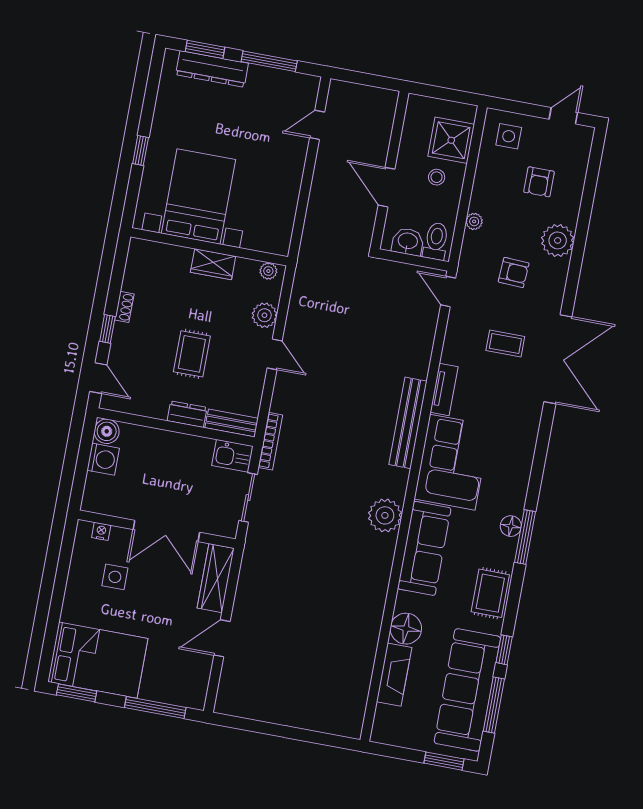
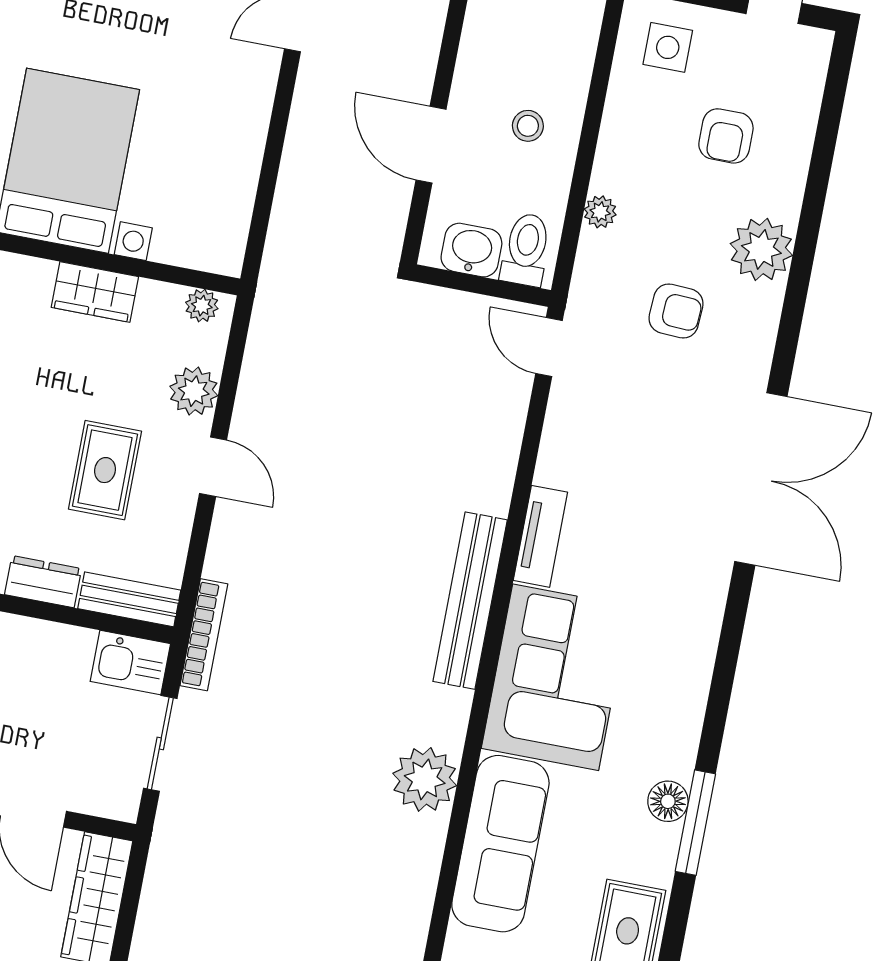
shower: (451, 140) -> (557, 55), removed
coffee table: (505, 343) -> (659, 448), removed
rug: (192, 354) -> (105, 470), moved

